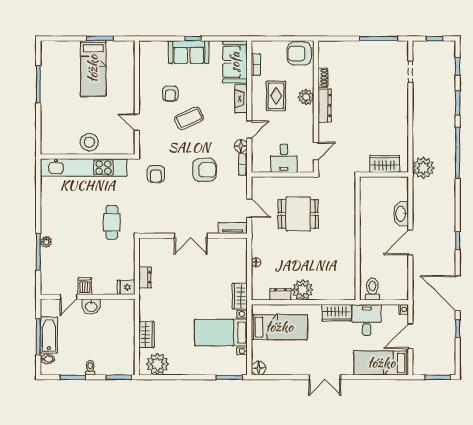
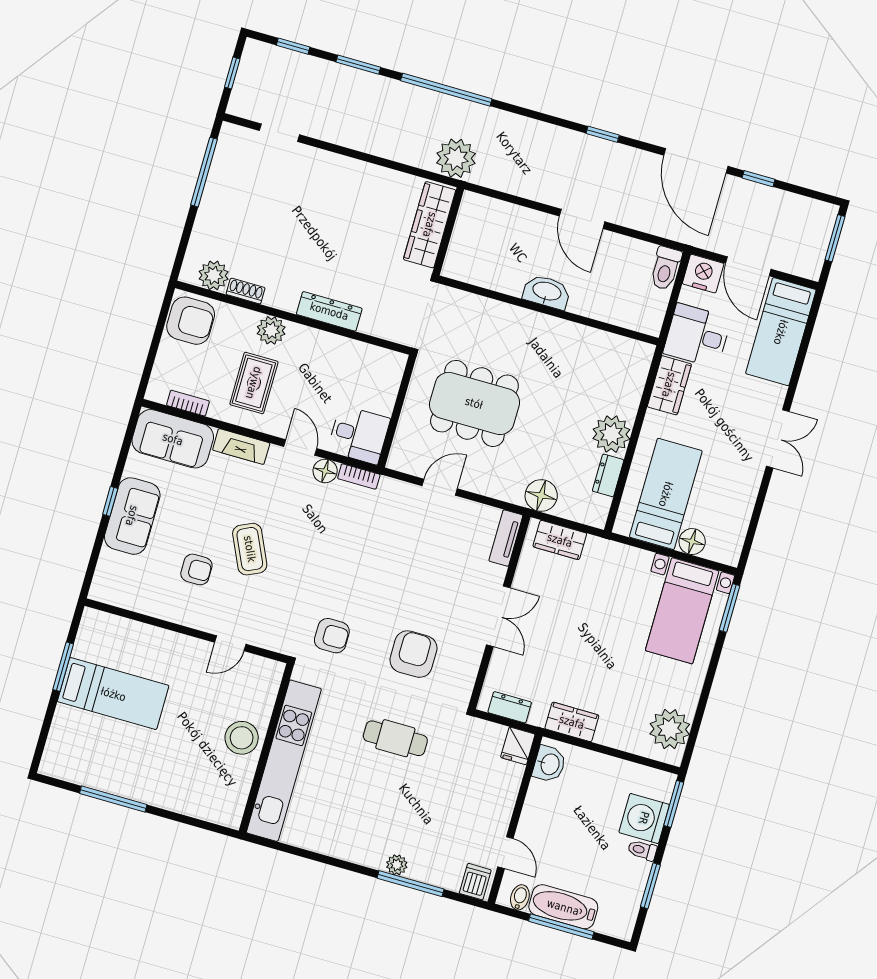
armchair: (299, 54) -> (191, 321), turned -90
plant: (326, 59) -> (214, 275), added
rug: (276, 96) -> (254, 383), turned 90
dresser: (325, 105) -> (329, 311), moved
door: (316, 151) -> (372, 340), removed
desk: (284, 158) -> (359, 435), moved
wardrobe: (385, 164) -> (430, 225), width x1.50
armchair: (204, 170) -> (413, 654), moved
dining table: (298, 214) -> (474, 403), width x1.38
washbasin: (401, 214) -> (547, 292), moved, turned 180
tv unit: (233, 228) -> (506, 538), moved
double door: (191, 236) -> (498, 616), moved
wall: (193, 236) -> (499, 612), moved
floor lamp: (256, 262) -> (541, 496), width x1.89, depth x1.89
dishwasher: (85, 286) -> (475, 882), moved, turned 90
toilet: (372, 289) -> (665, 268), moved, turned -90
door: (458, 293) -> (696, 161), hinge flipped
wardrobe: (240, 296) -> (560, 540), moved
washbasin: (91, 306) -> (549, 764), moved
nightstand: (404, 309) -> (703, 274), width x1.89, depth x1.79
bed with nightstands: (221, 333) -> (682, 611), moved
wardrobe: (147, 335) -> (572, 722), moved
bidet: (47, 359) -> (520, 897), moved
washing machine: (107, 364) -> (644, 818), added
floor lamp: (258, 368) -> (692, 542), moved

